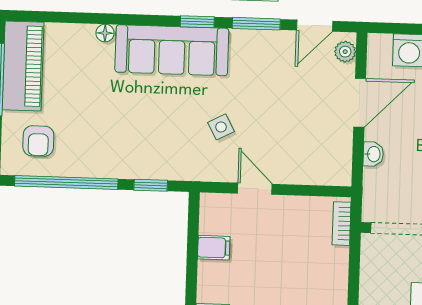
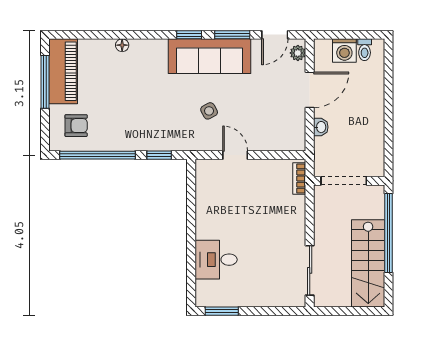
sofa: (172, 50) -> (210, 56), moved
armchair: (38, 141) -> (76, 126), turned -90
filing cabinet: (214, 248) -> (207, 199), removed

